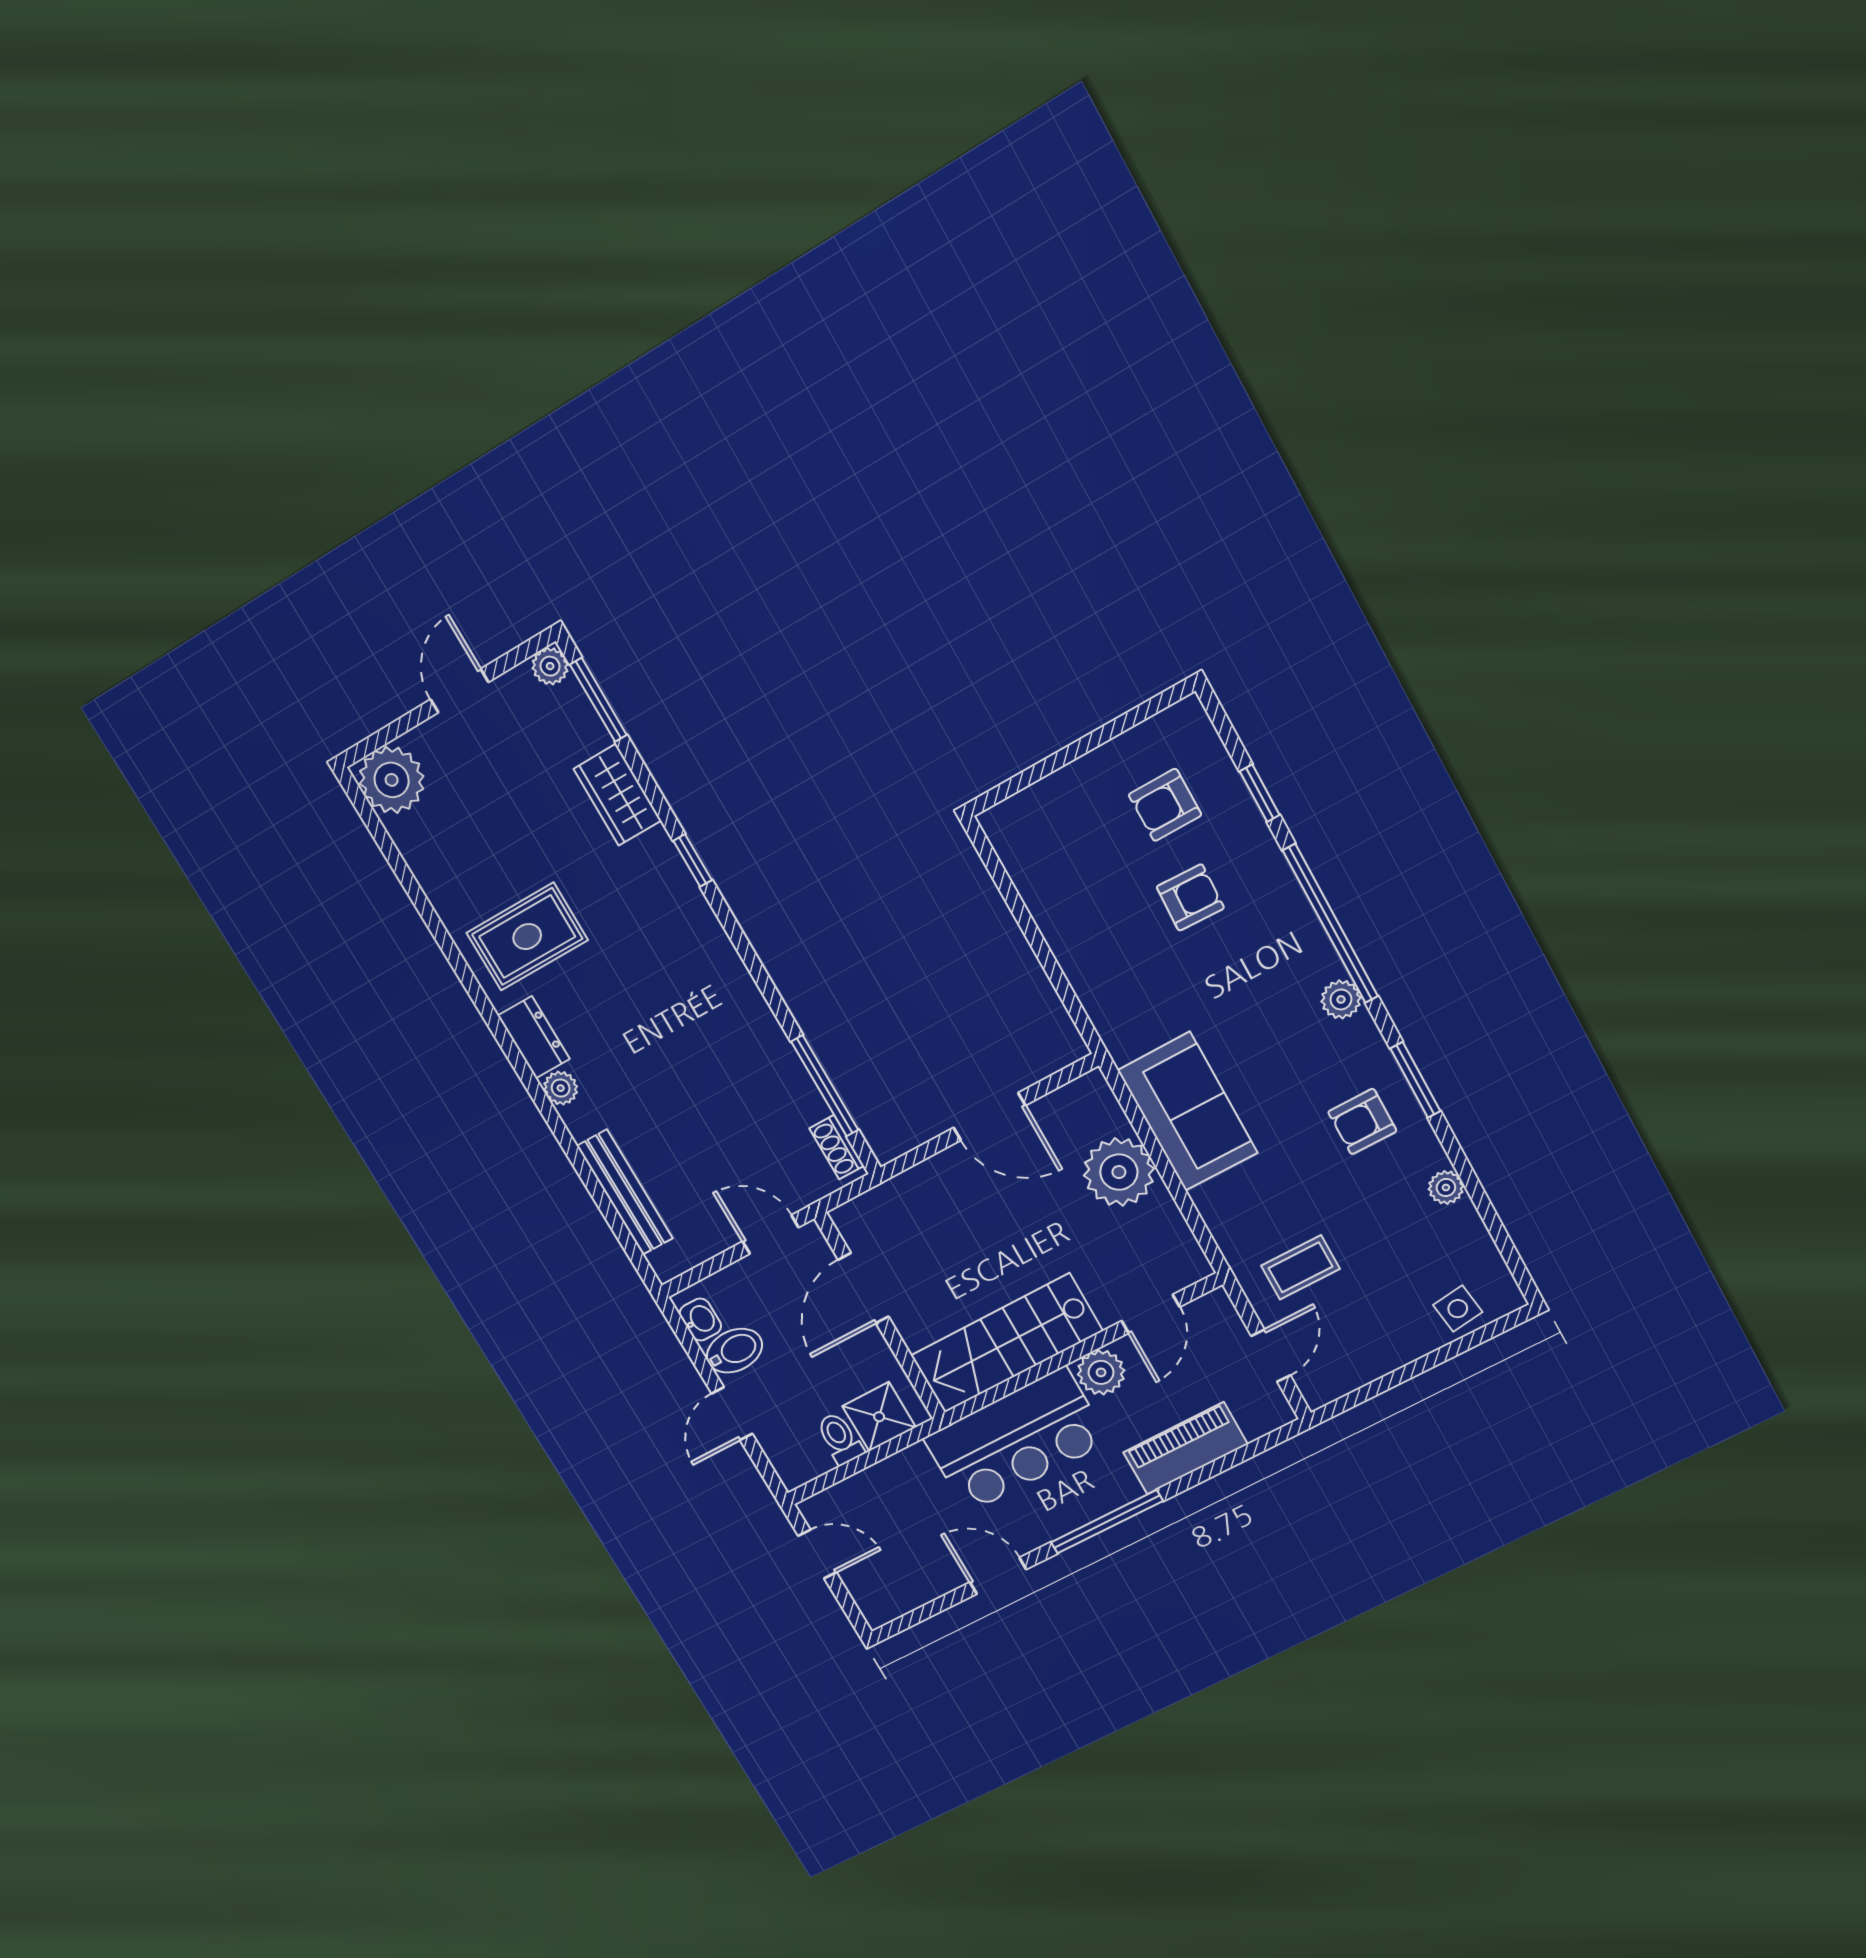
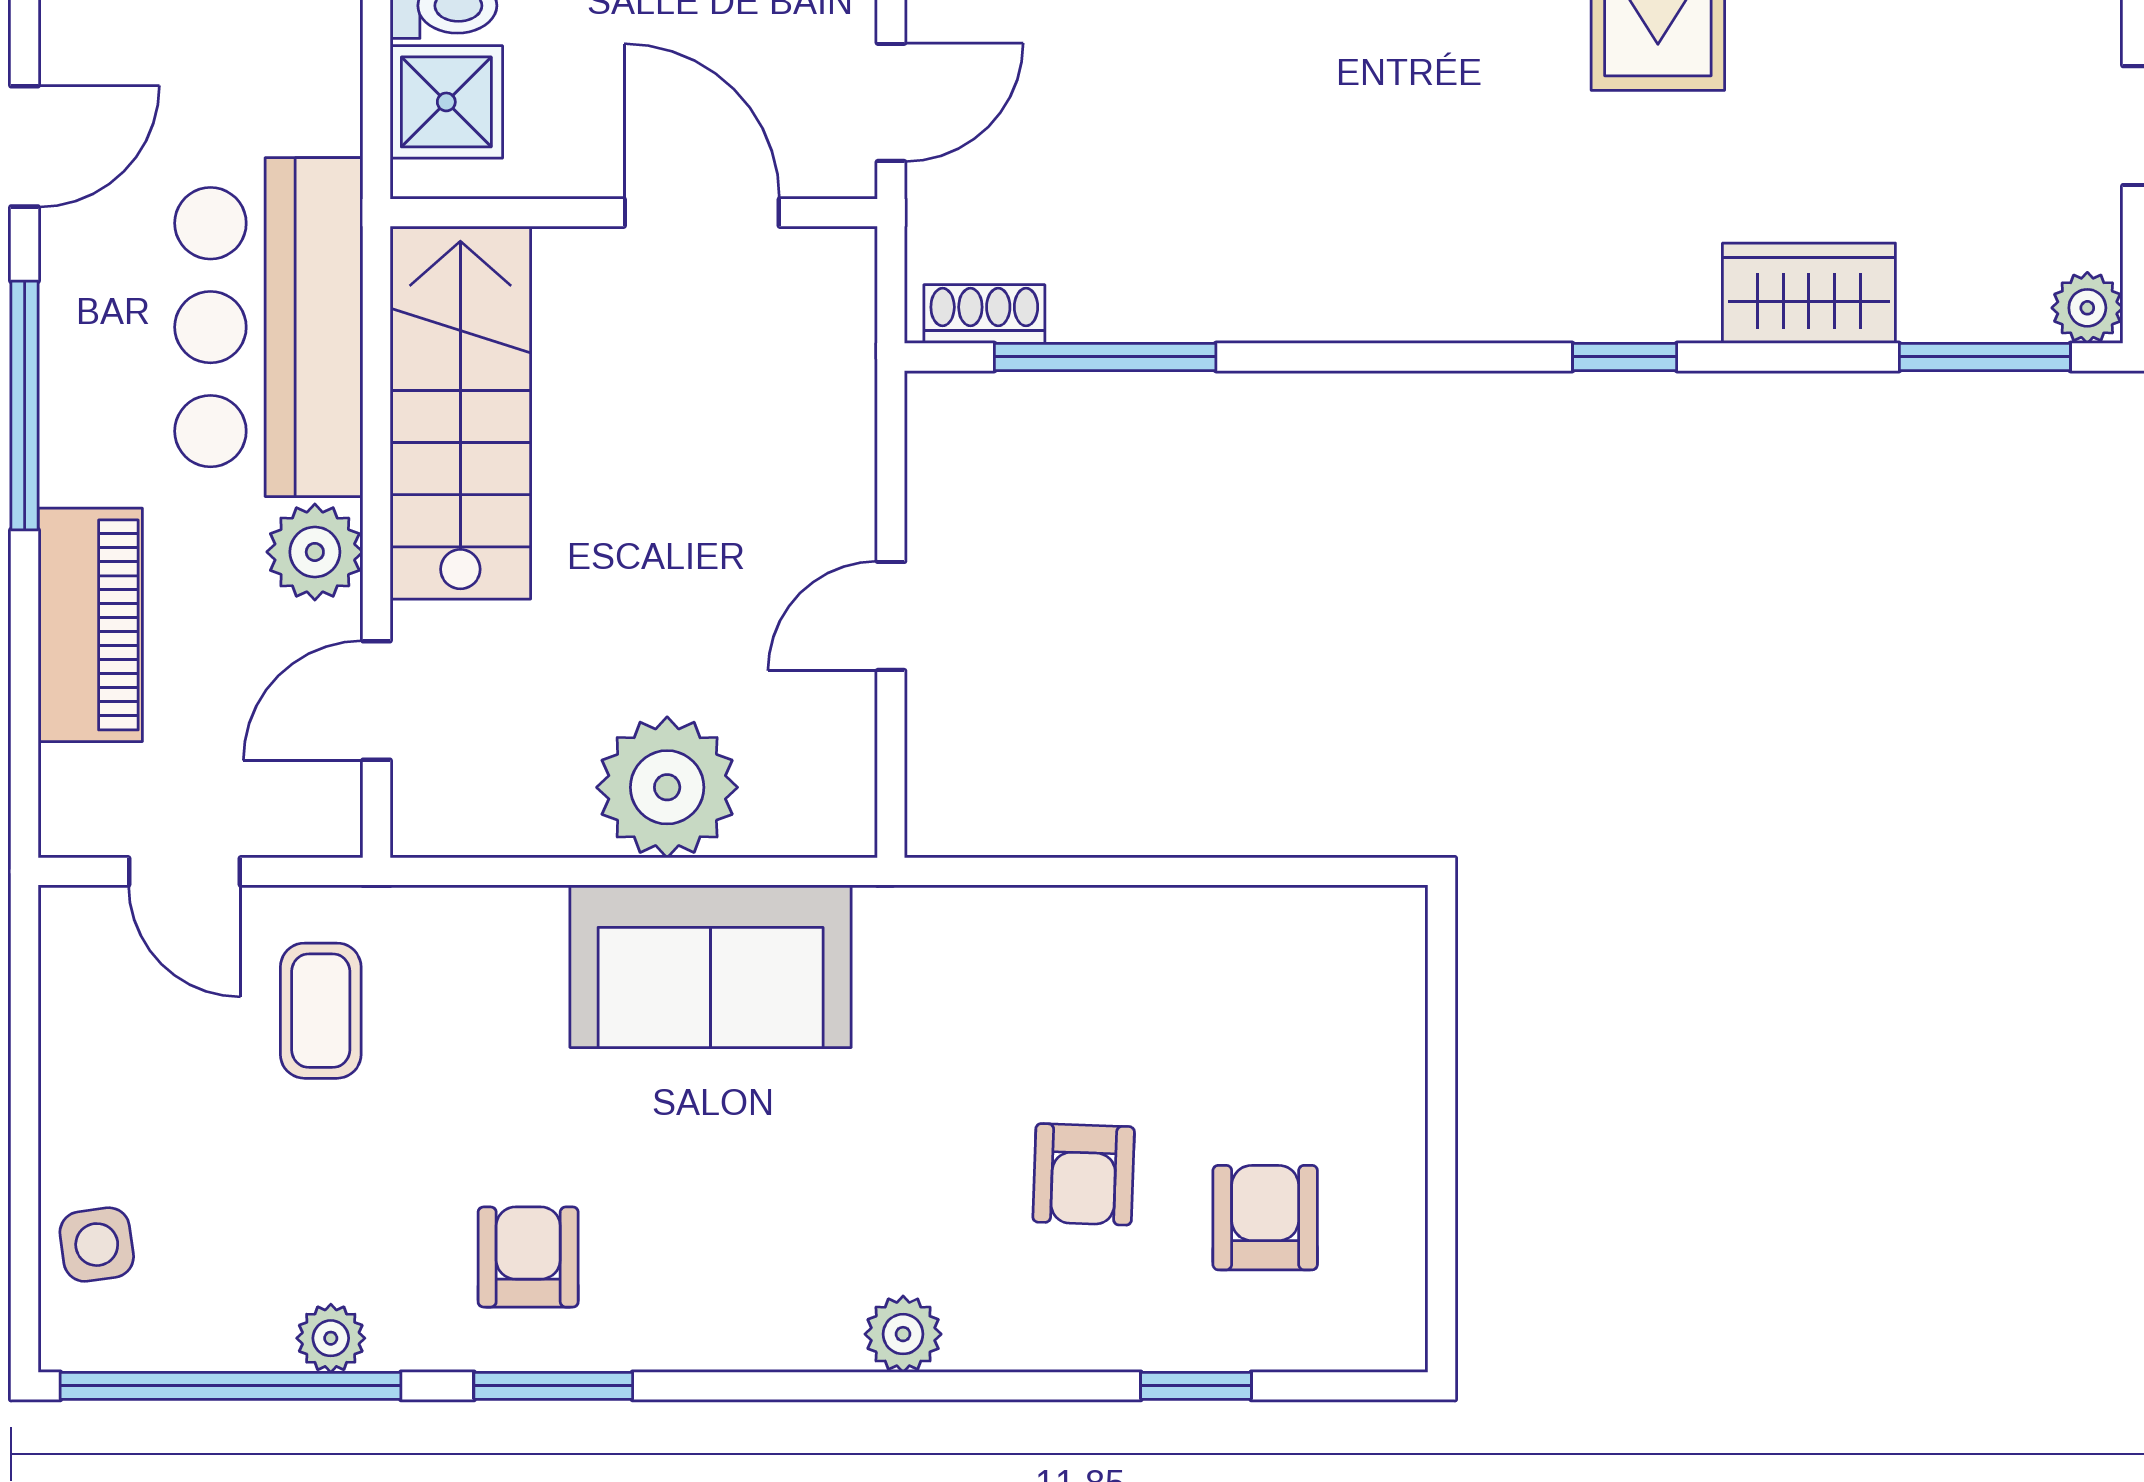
window: (1331, 924) -> (231, 1386), moved
plant: (1341, 999) -> (903, 1334), moved
door: (989, 1117) -> (891, 616), width x0.73
door: (1151, 1314) -> (377, 700), hinge flipped

